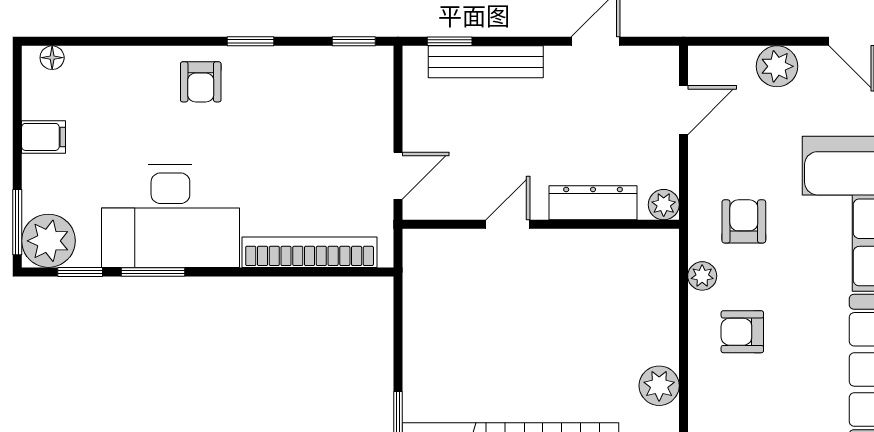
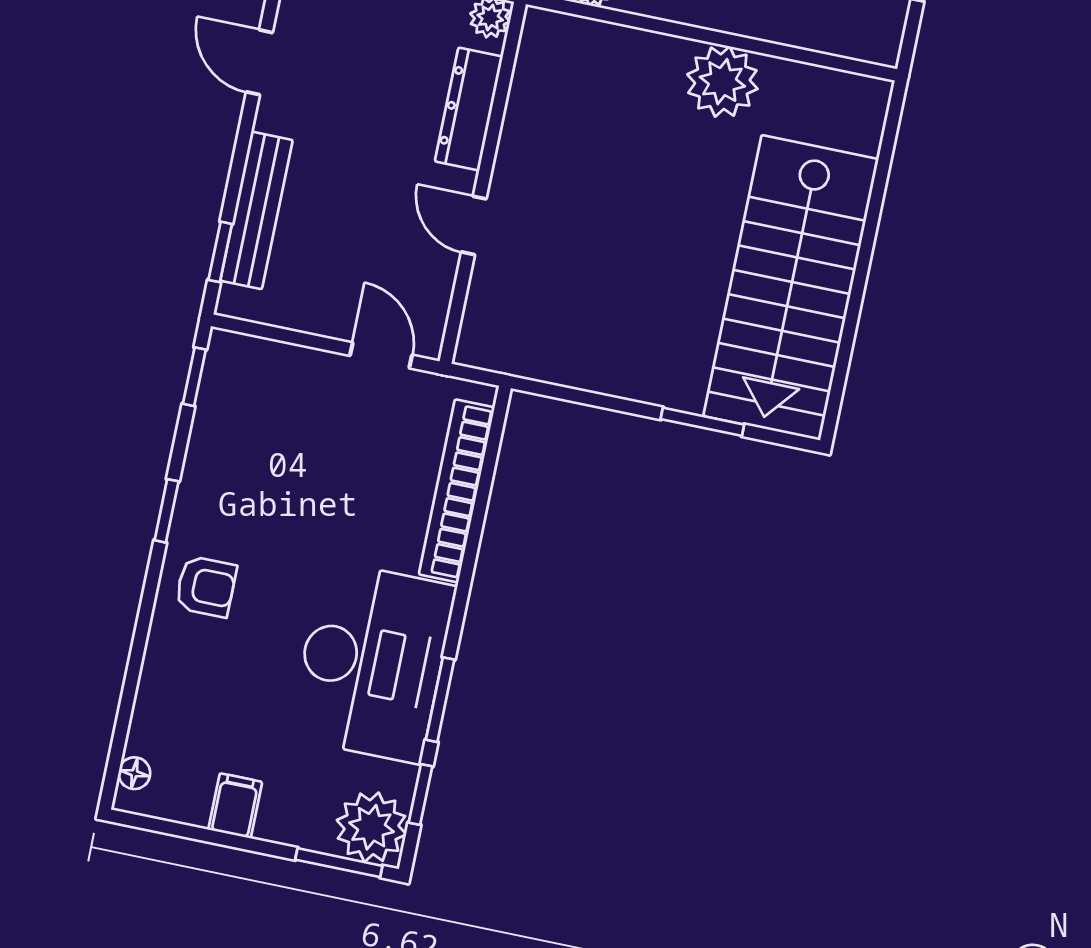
plant: (659, 386) -> (722, 82), width x1.36, depth x1.36

